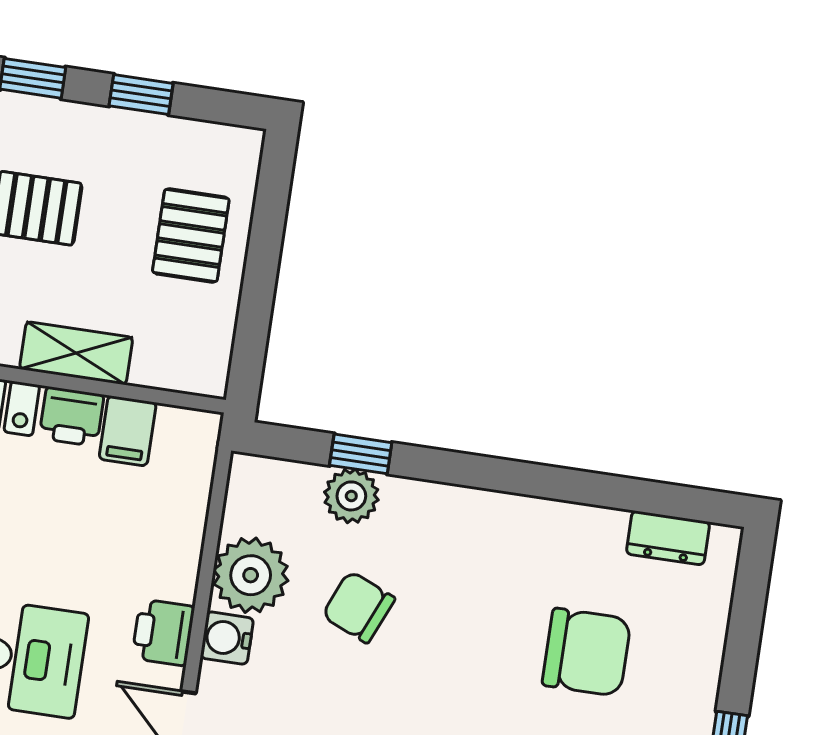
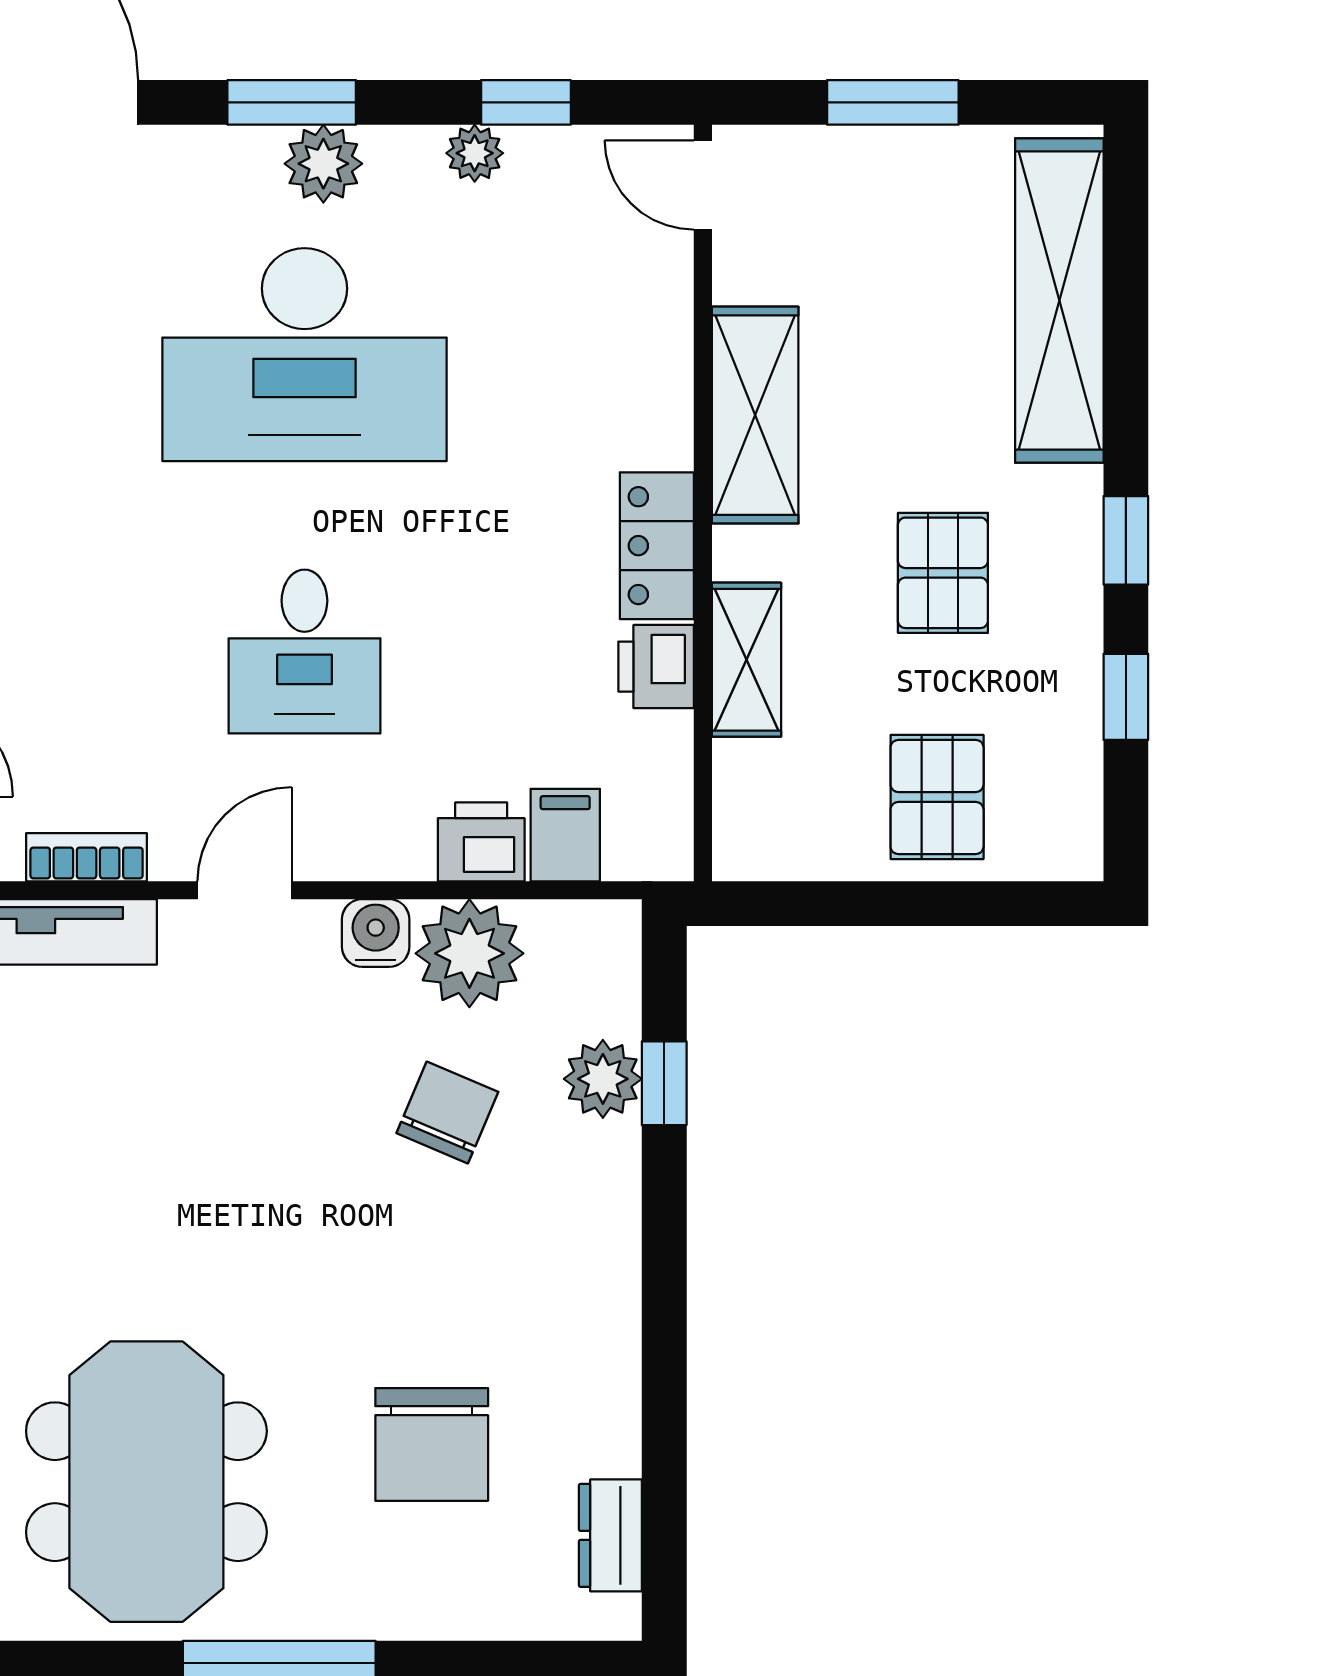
pallet: (191, 236) -> (937, 797), turned 90
filing cabinet: (128, 431) -> (565, 835), moved, turned 90
printer: (163, 632) -> (481, 842), moved

